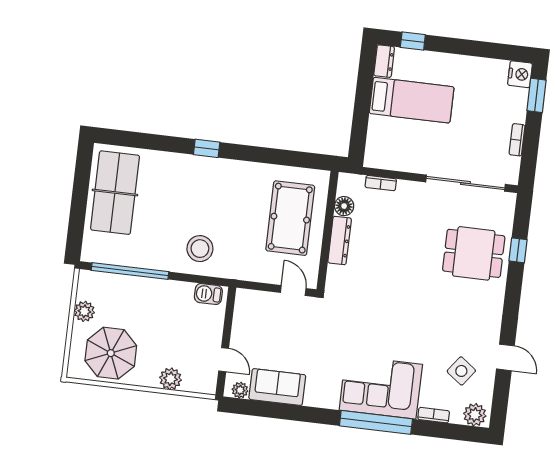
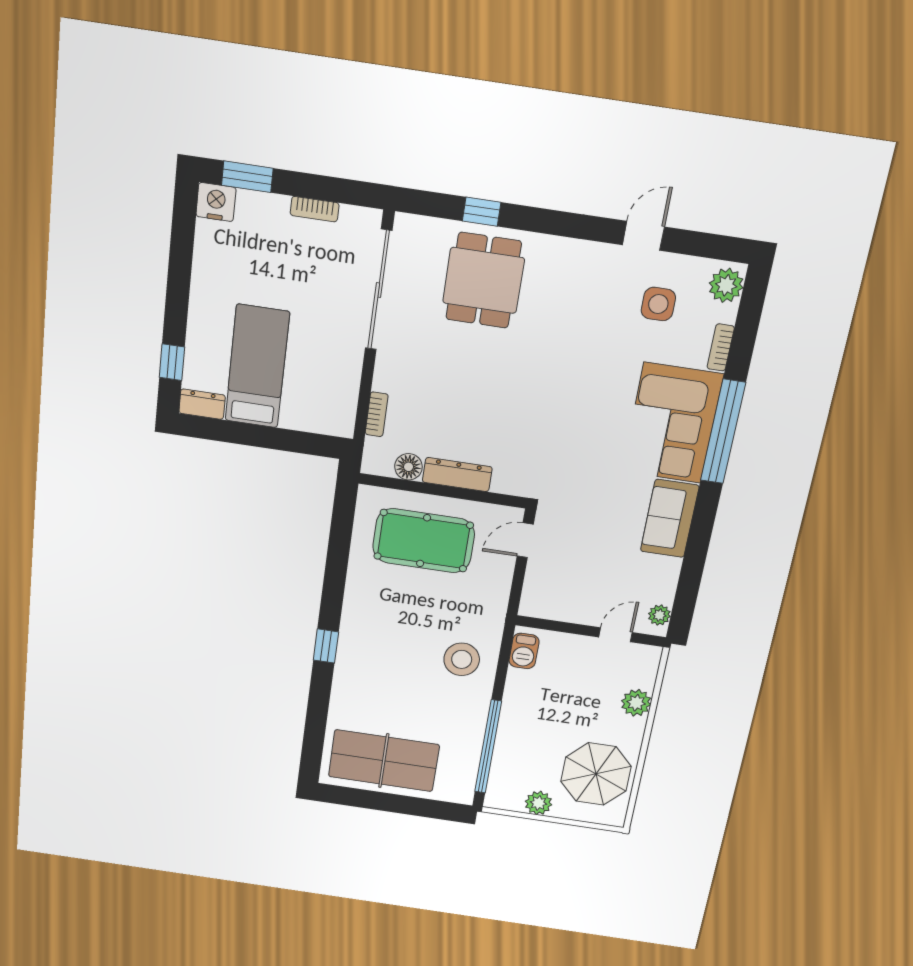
side table: (461, 371) -> (658, 304), turned -37
sofa: (277, 387) -> (670, 519), moved

